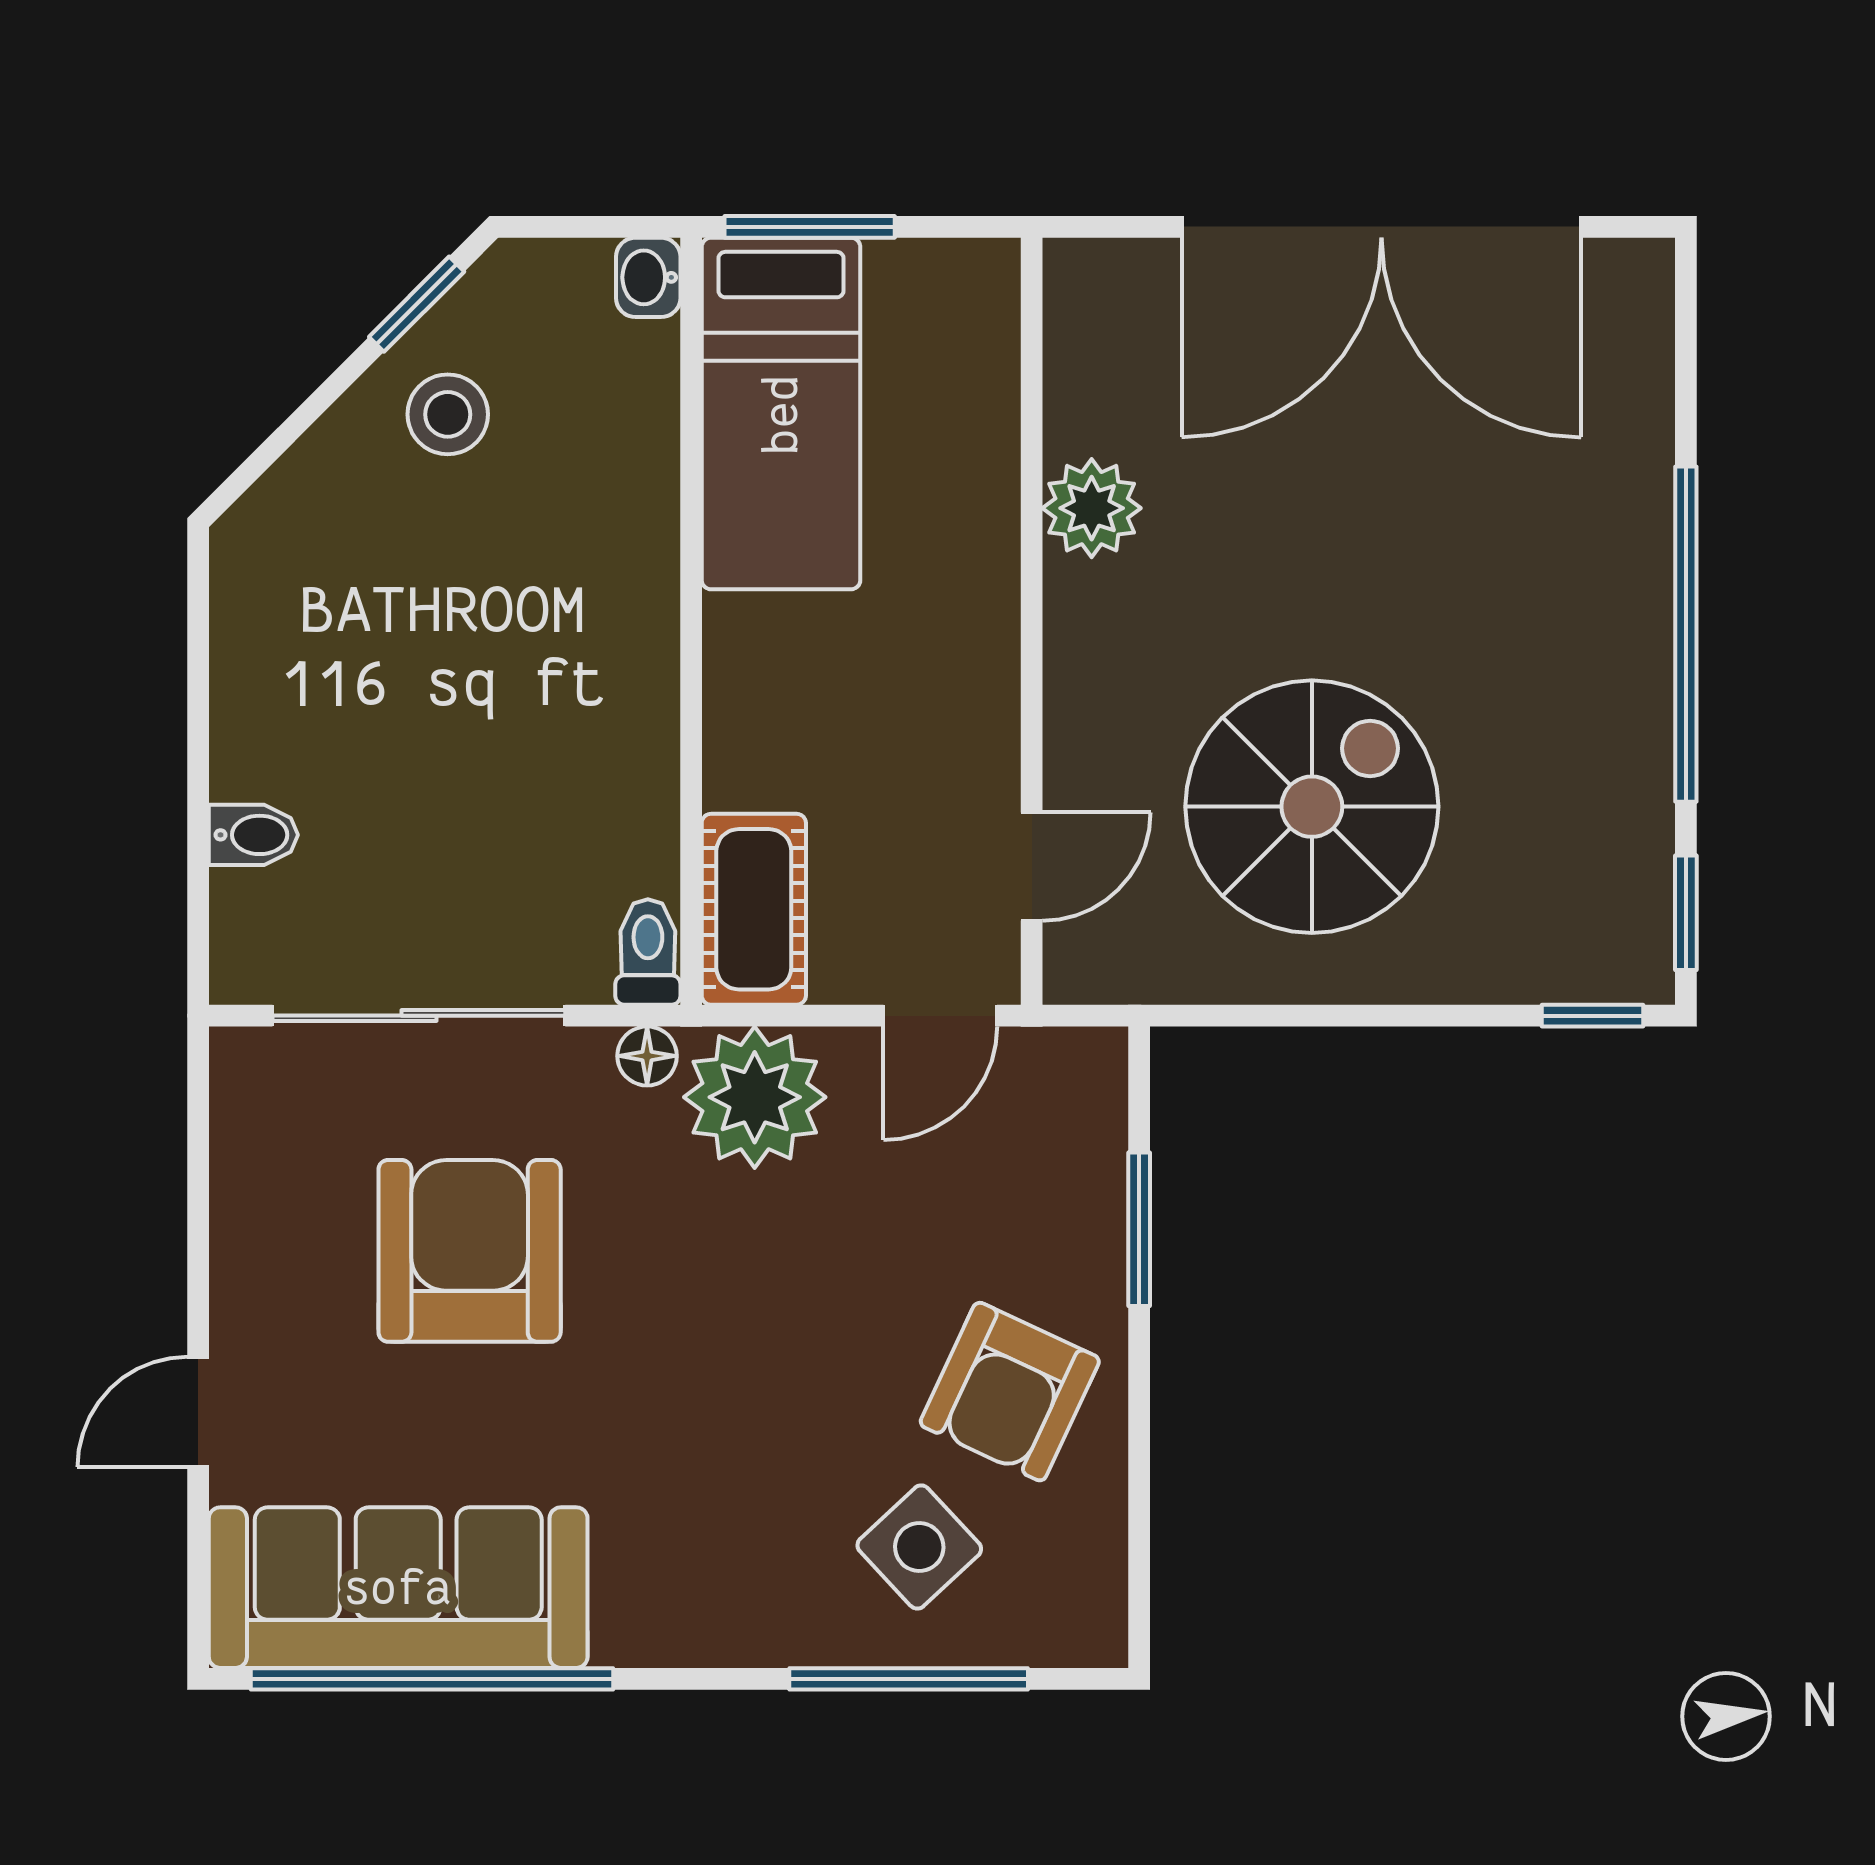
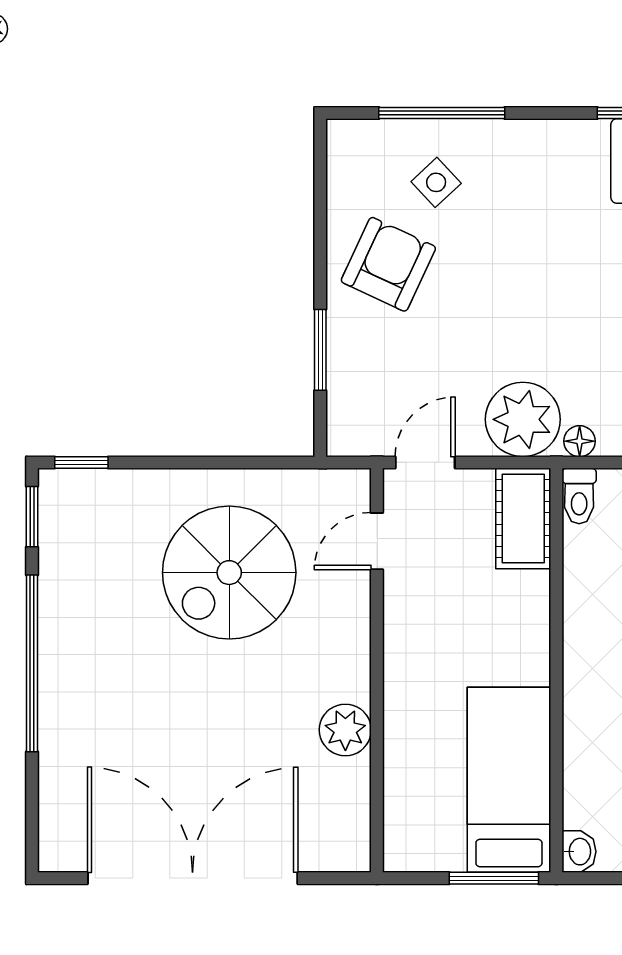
side table: (919, 1547) -> (436, 182), width x0.73, depth x0.73

